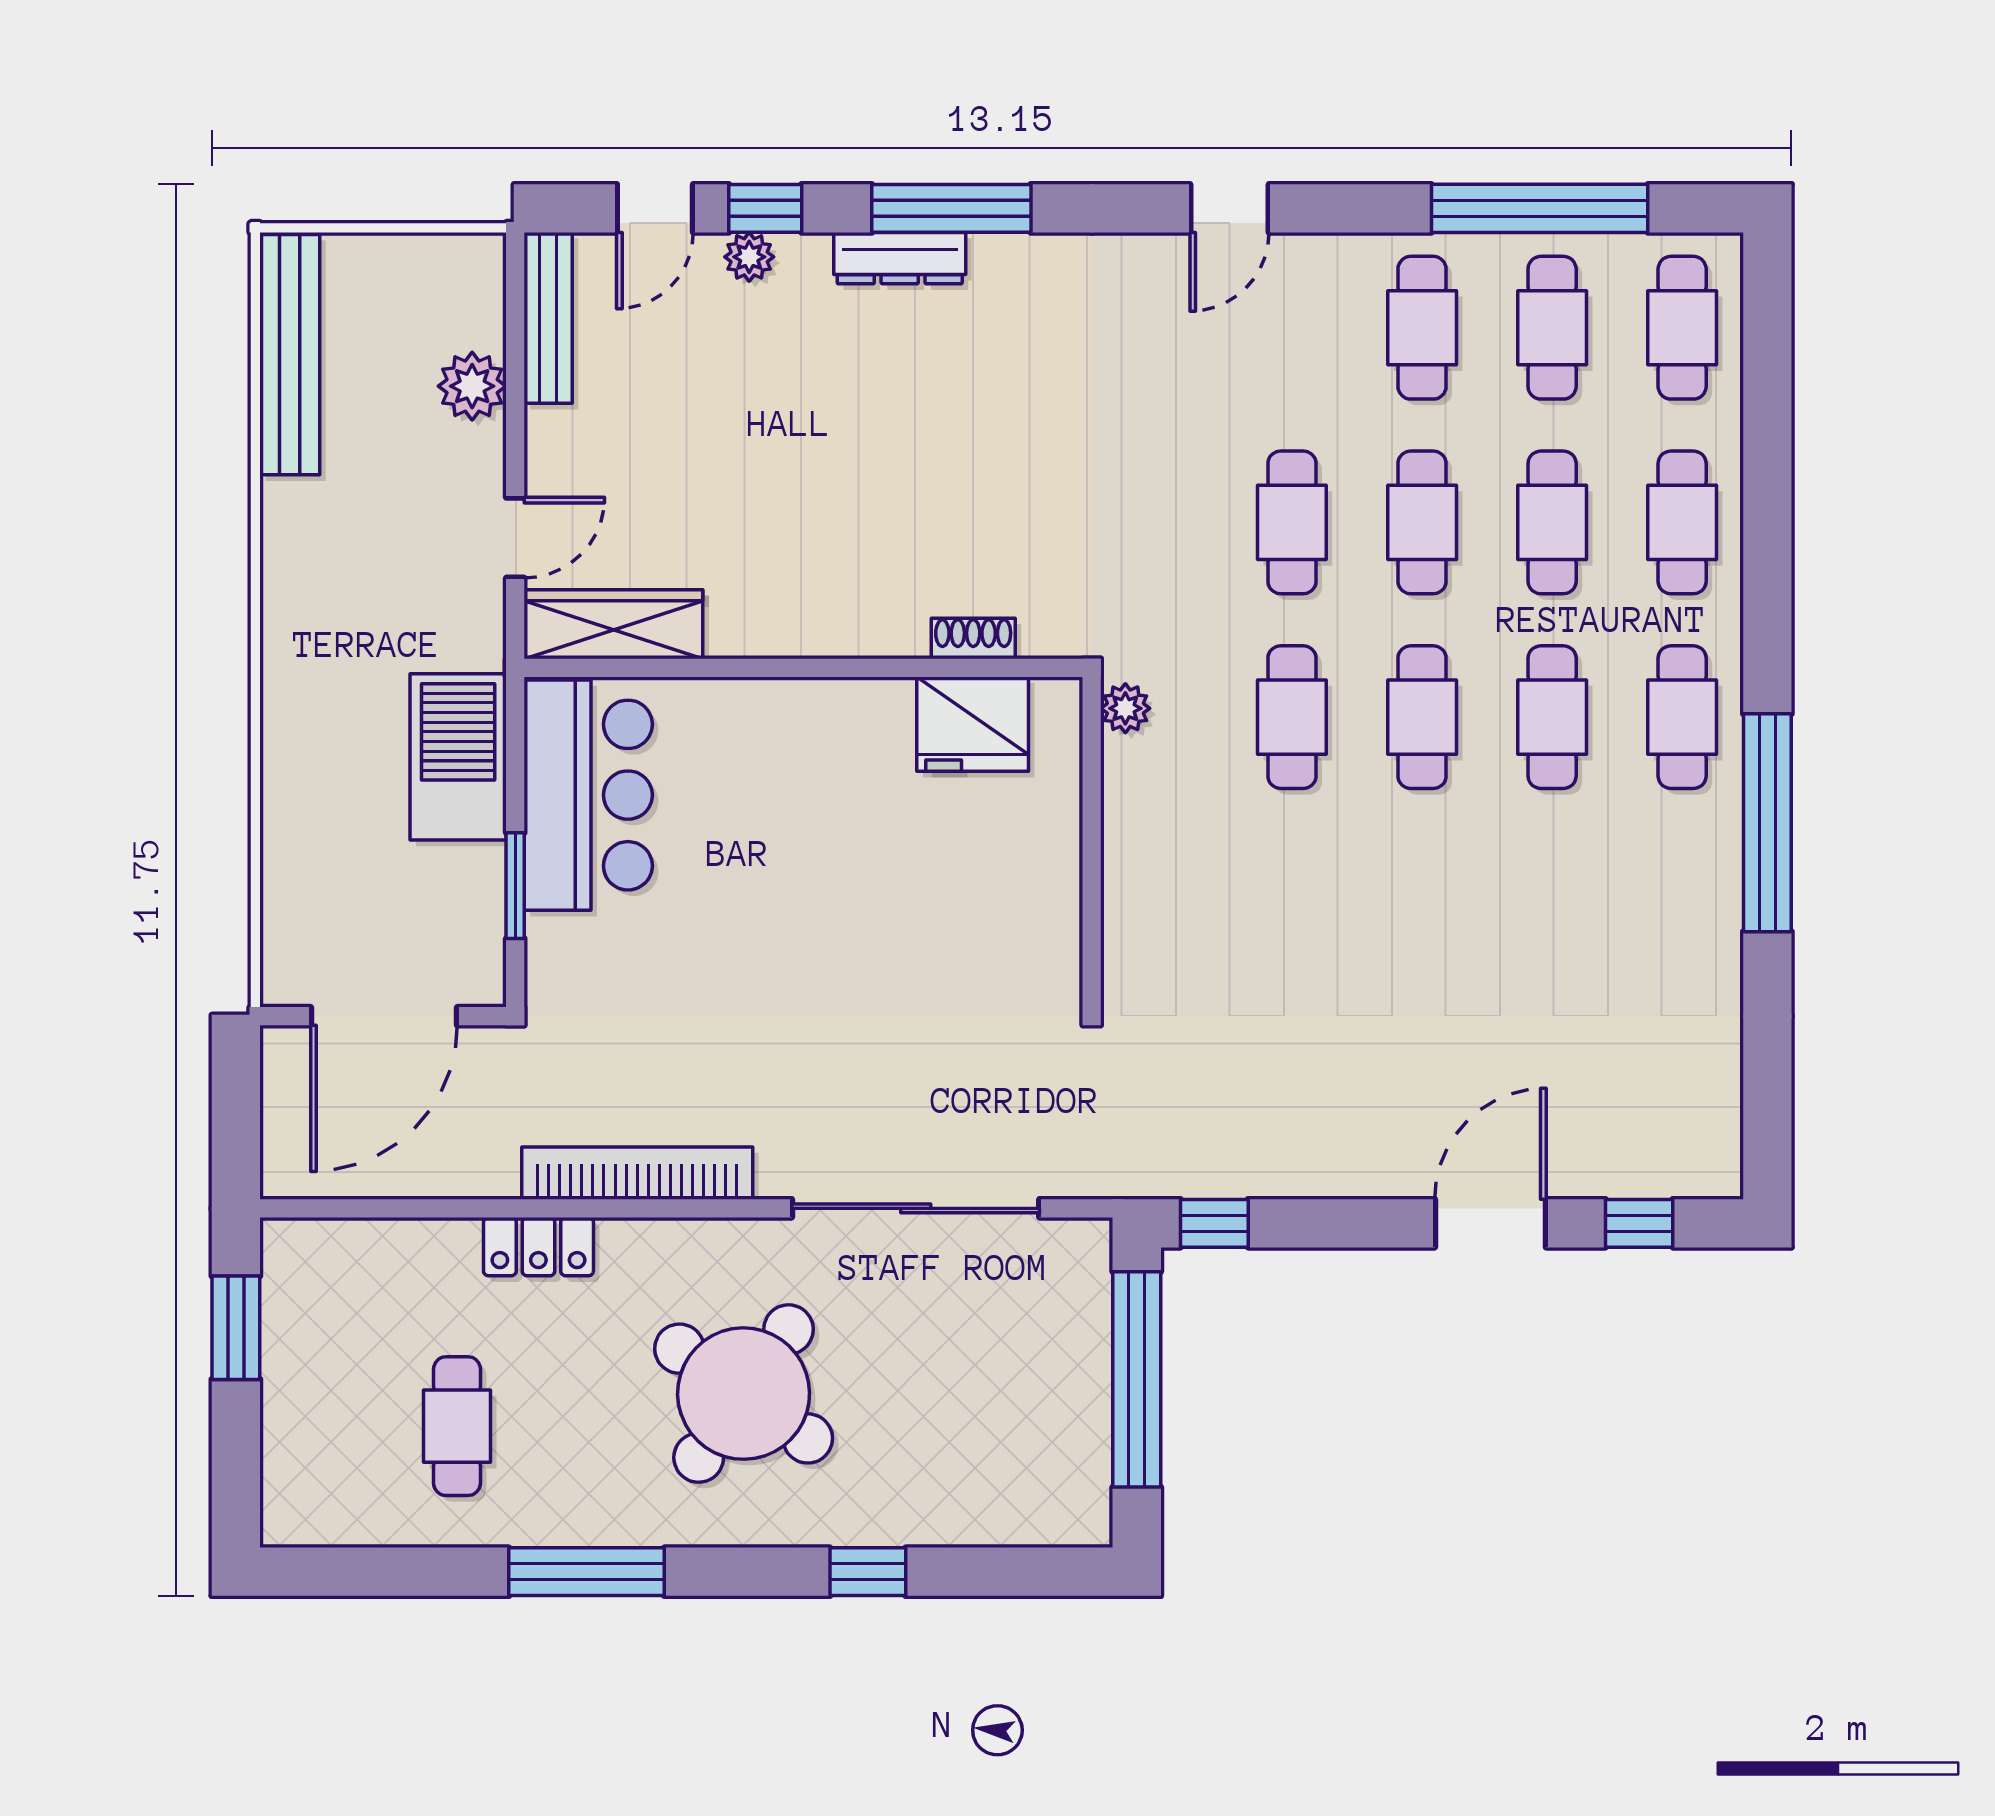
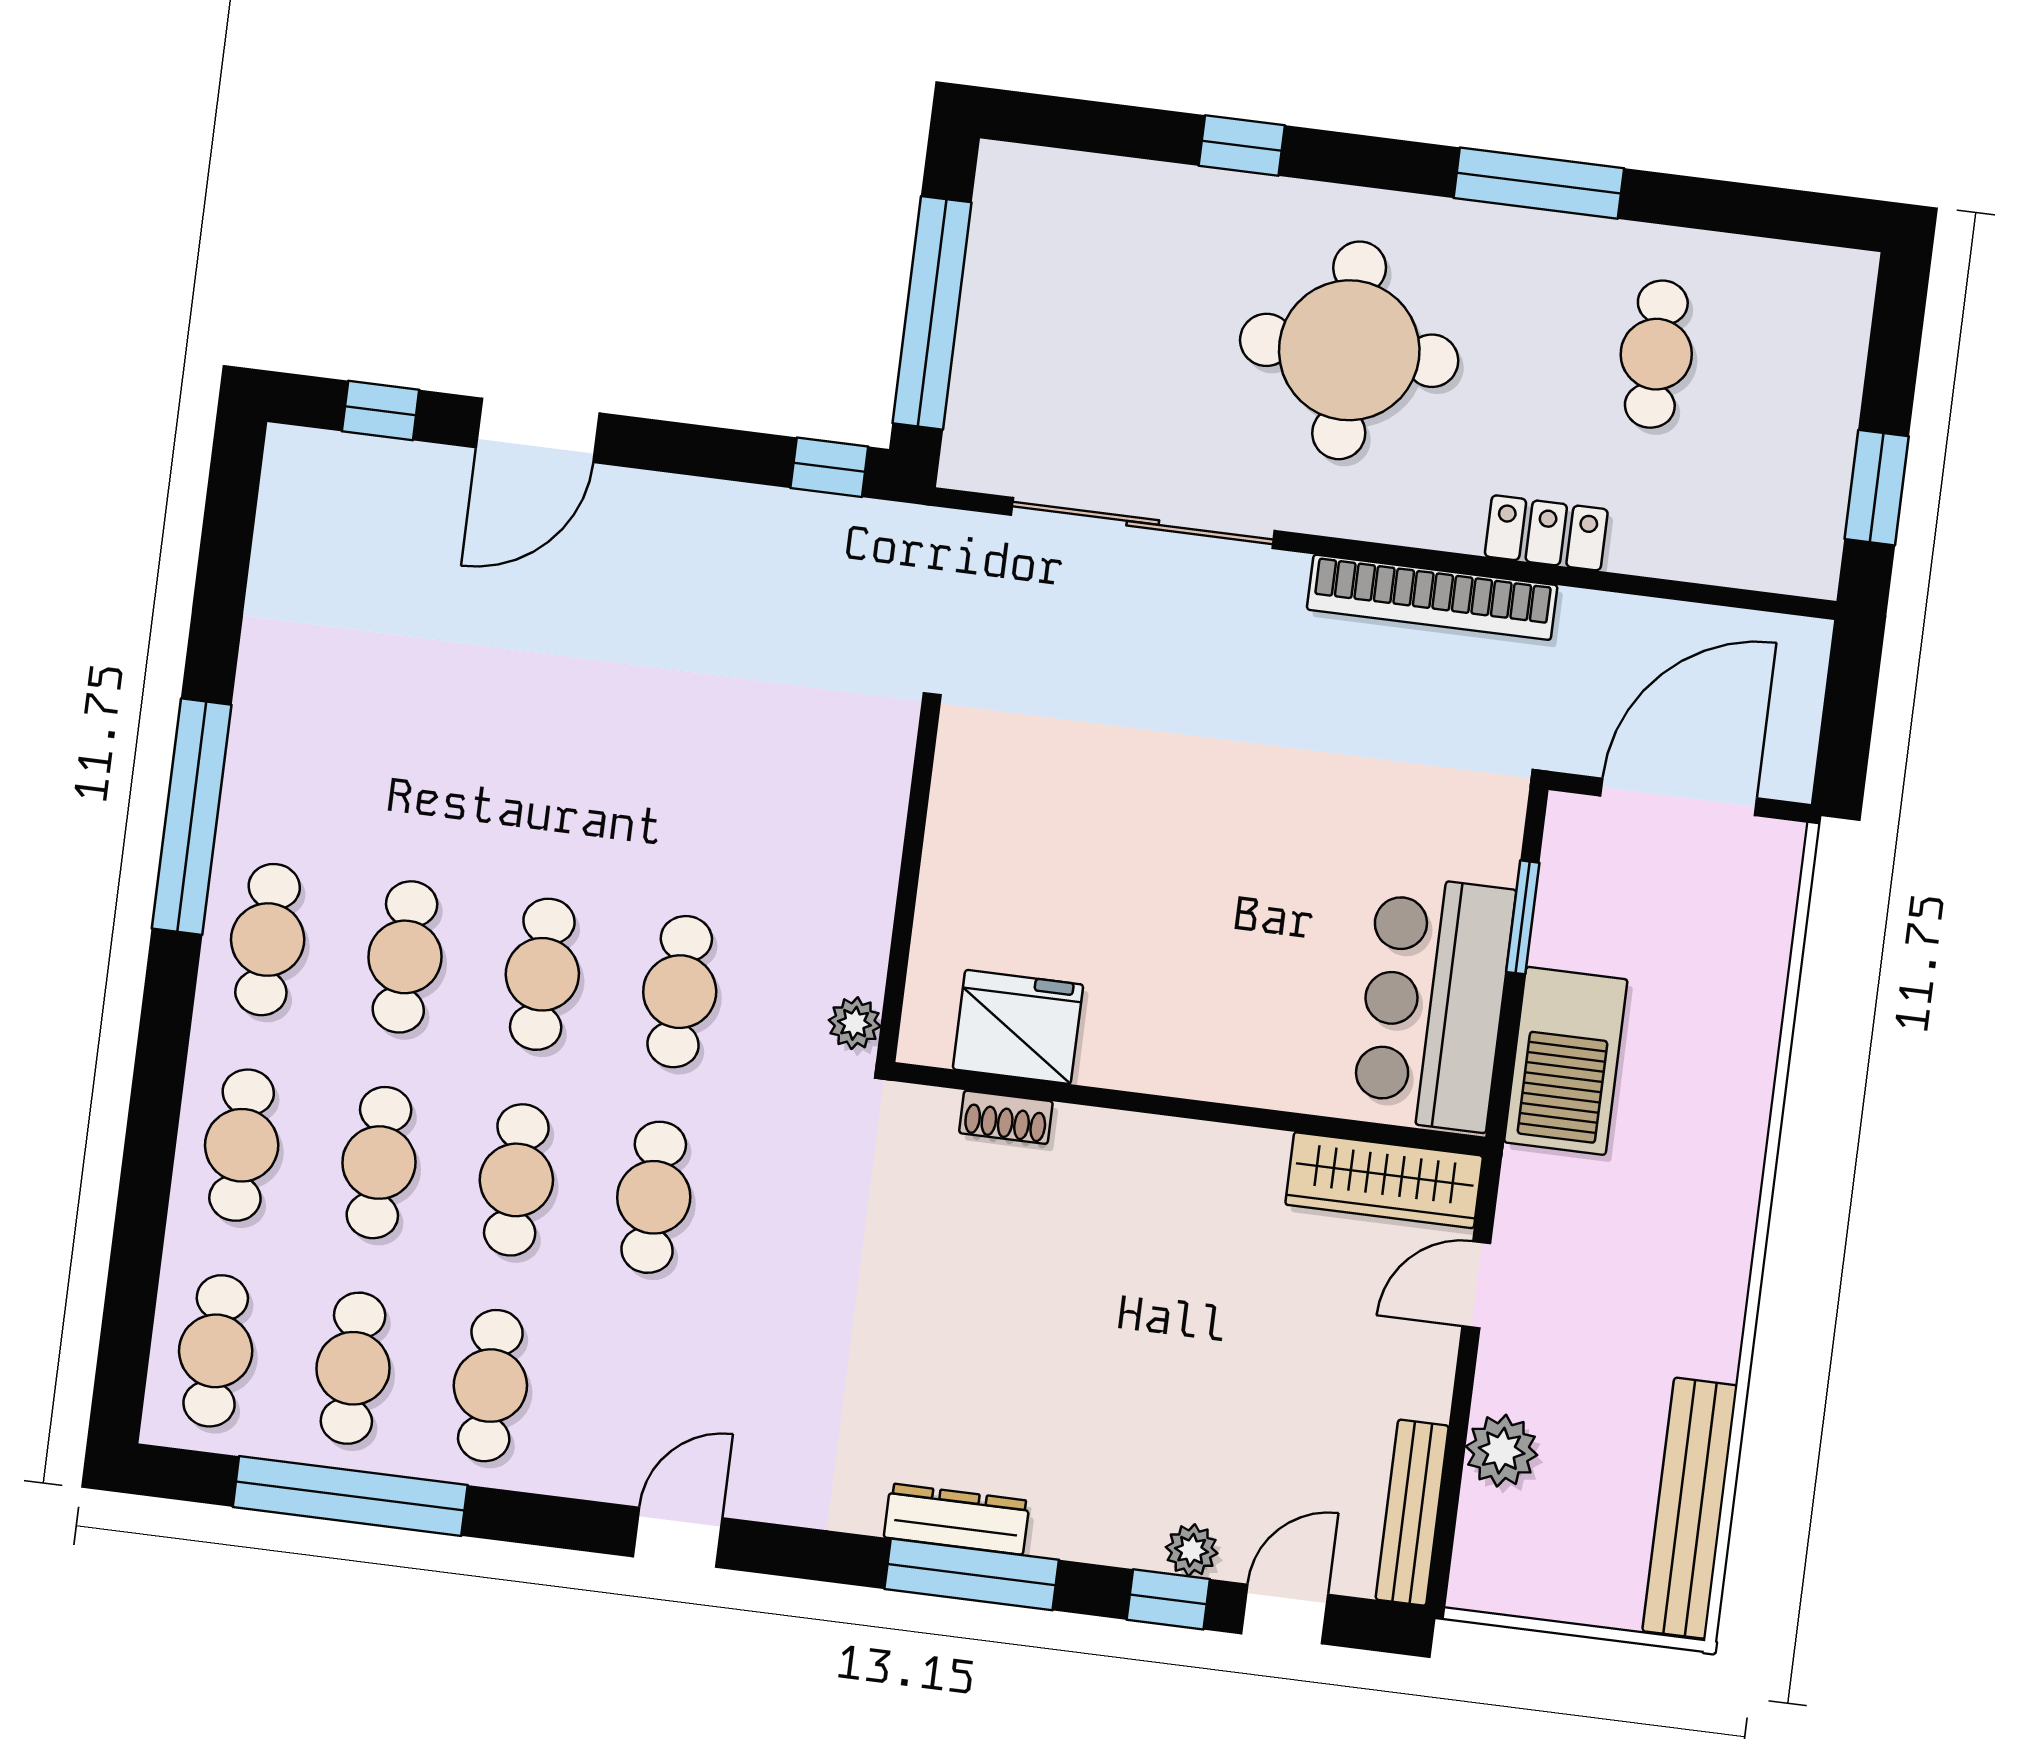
dresser: (900, 258) -> (957, 1519), moved
round table: (744, 1394) -> (1349, 350), turned -35

